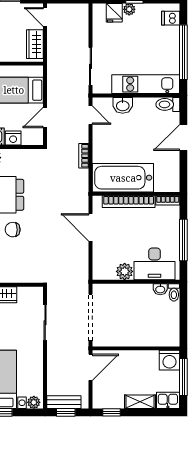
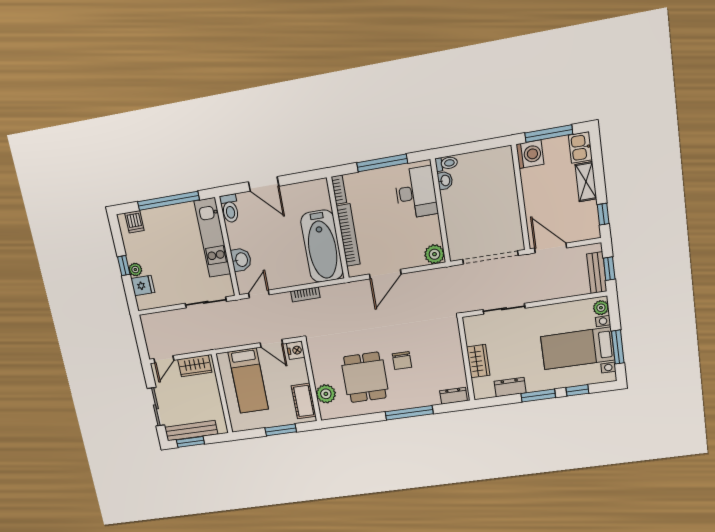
nightstand: (13, 138) -> (296, 350), moved
plant: (125, 271) -> (434, 254), moved

